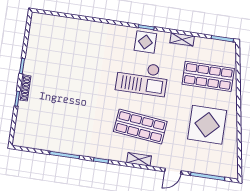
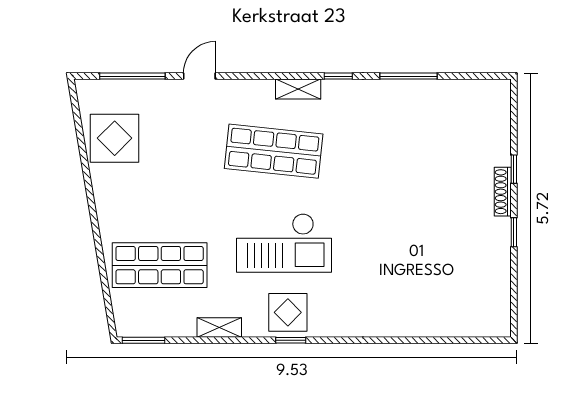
checkout: (142, 78) -> (284, 243), turned 180
display table: (207, 125) -> (115, 138), moved, width x0.73, depth x0.73
shelving: (139, 159) -> (298, 89), moved

